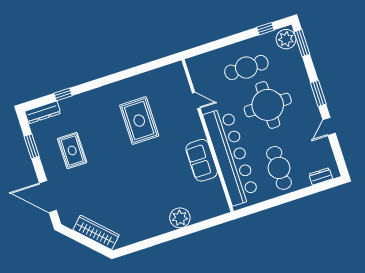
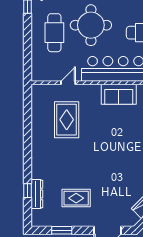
dresser: (43, 112) -> (37, 194), moved
rug: (139, 121) -> (67, 120), moved, turned 90

